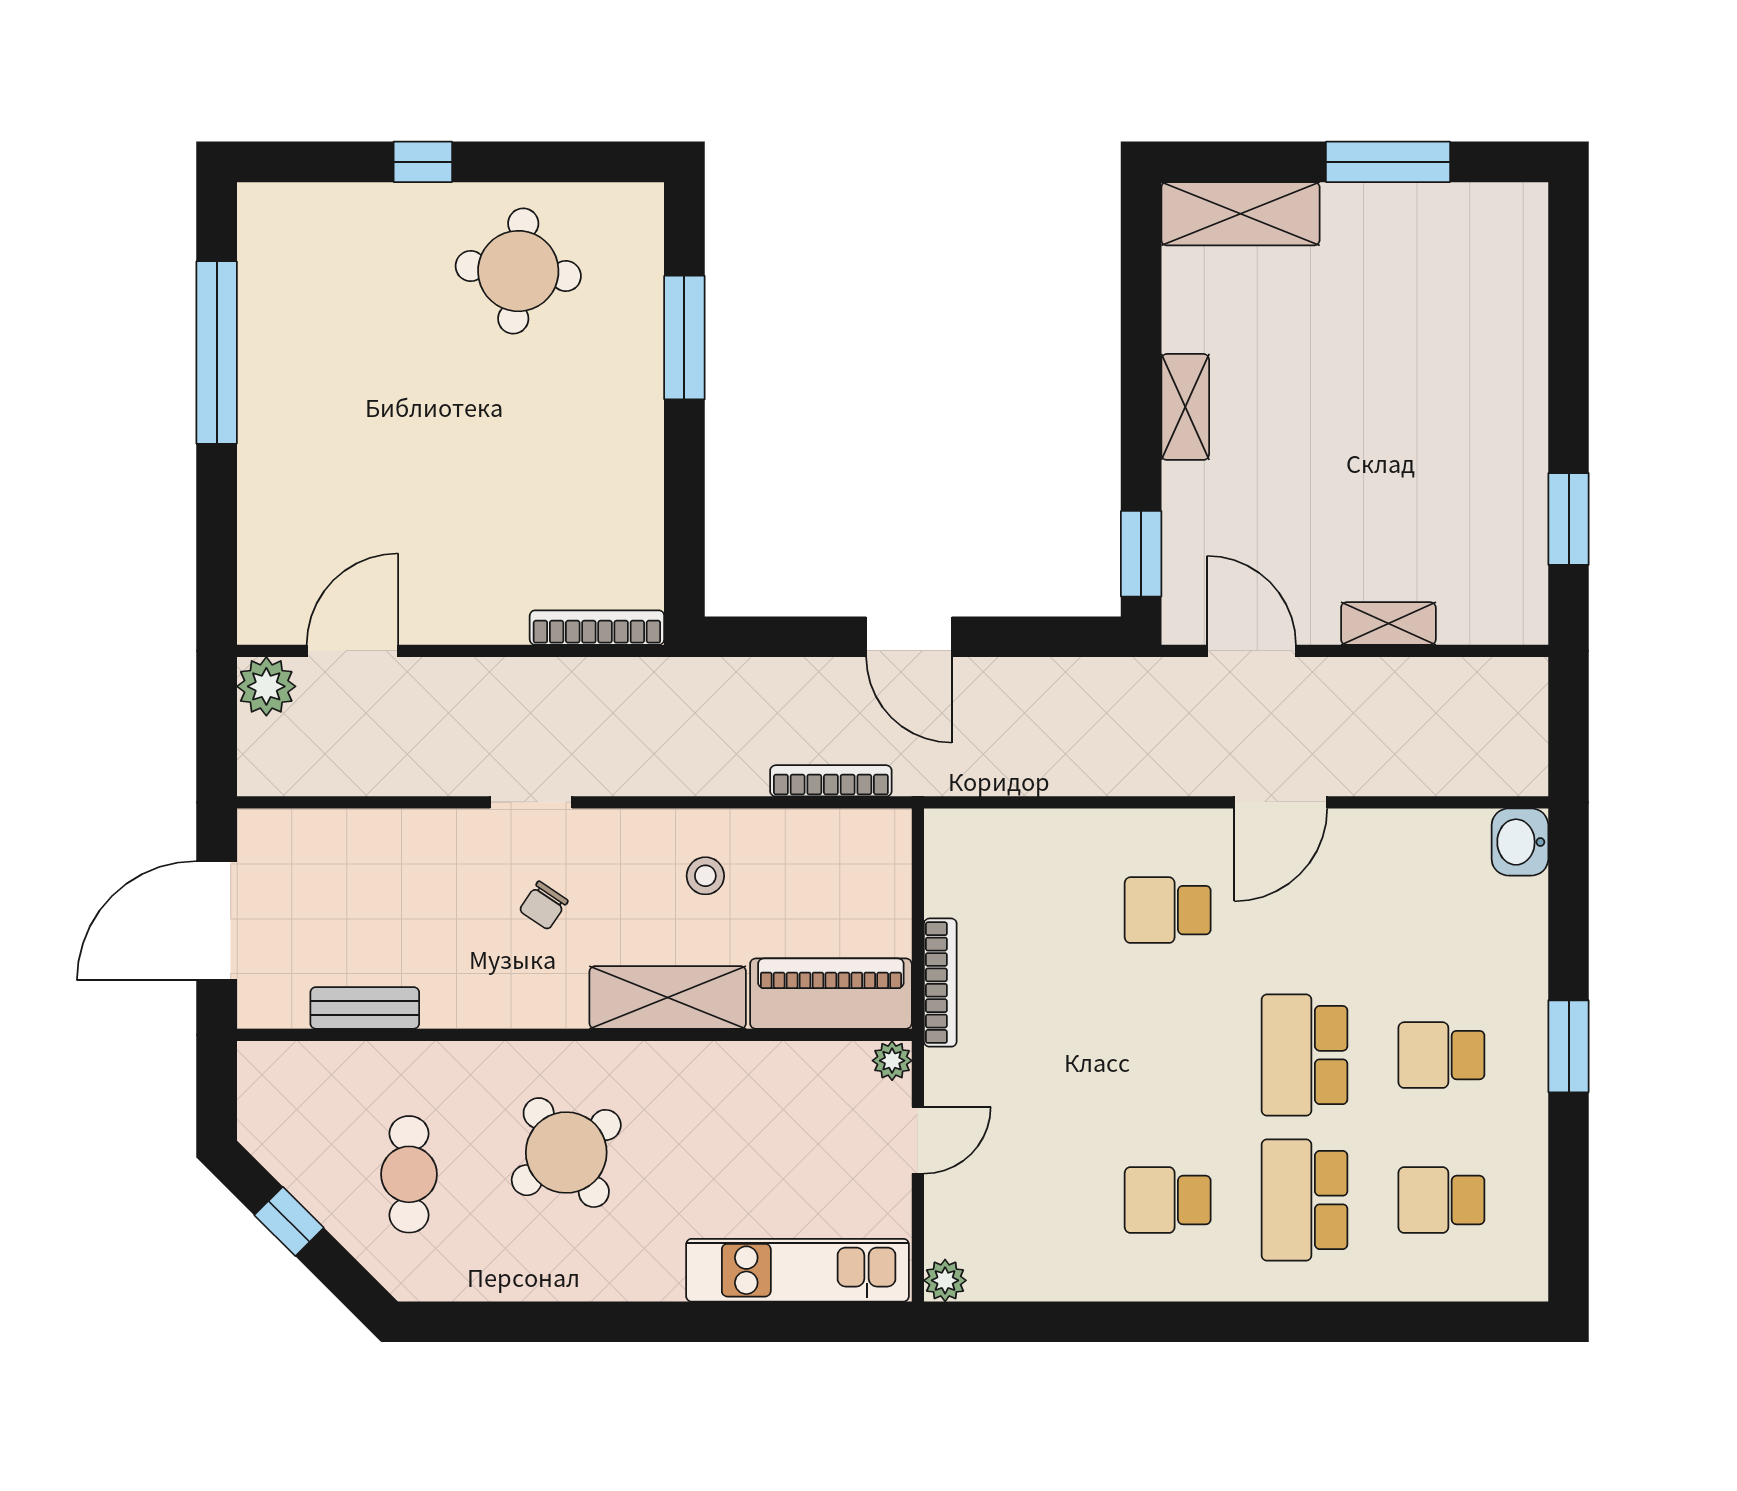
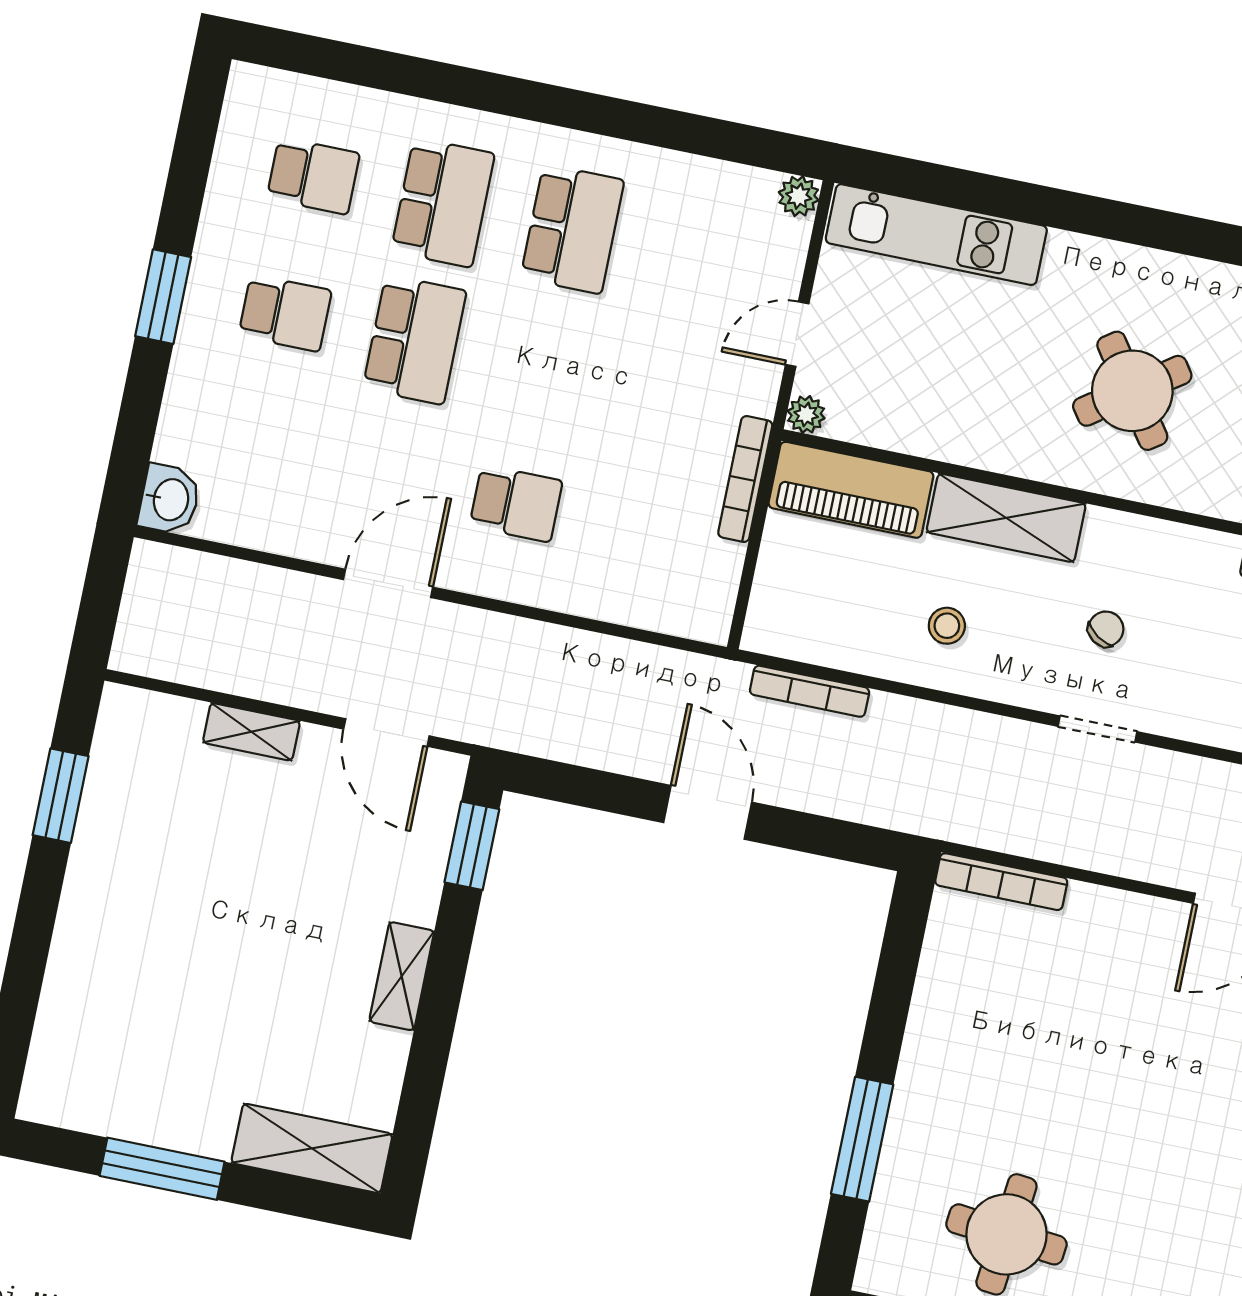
school desk: (1168, 1200) -> (572, 229), width x1.85

